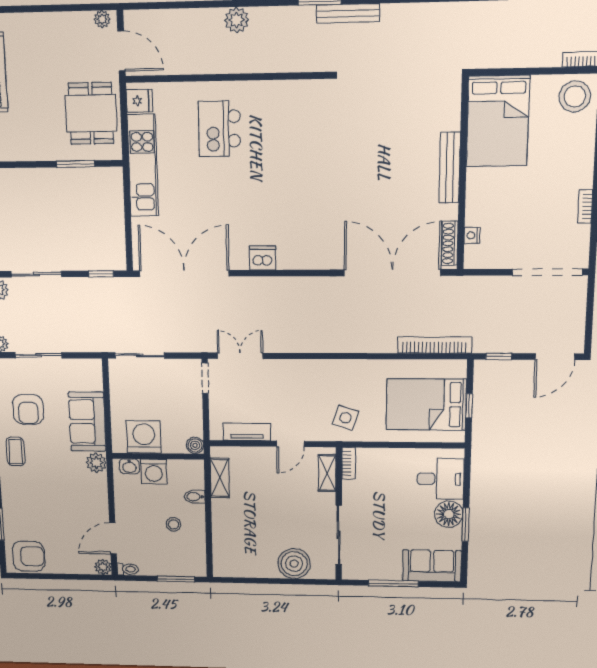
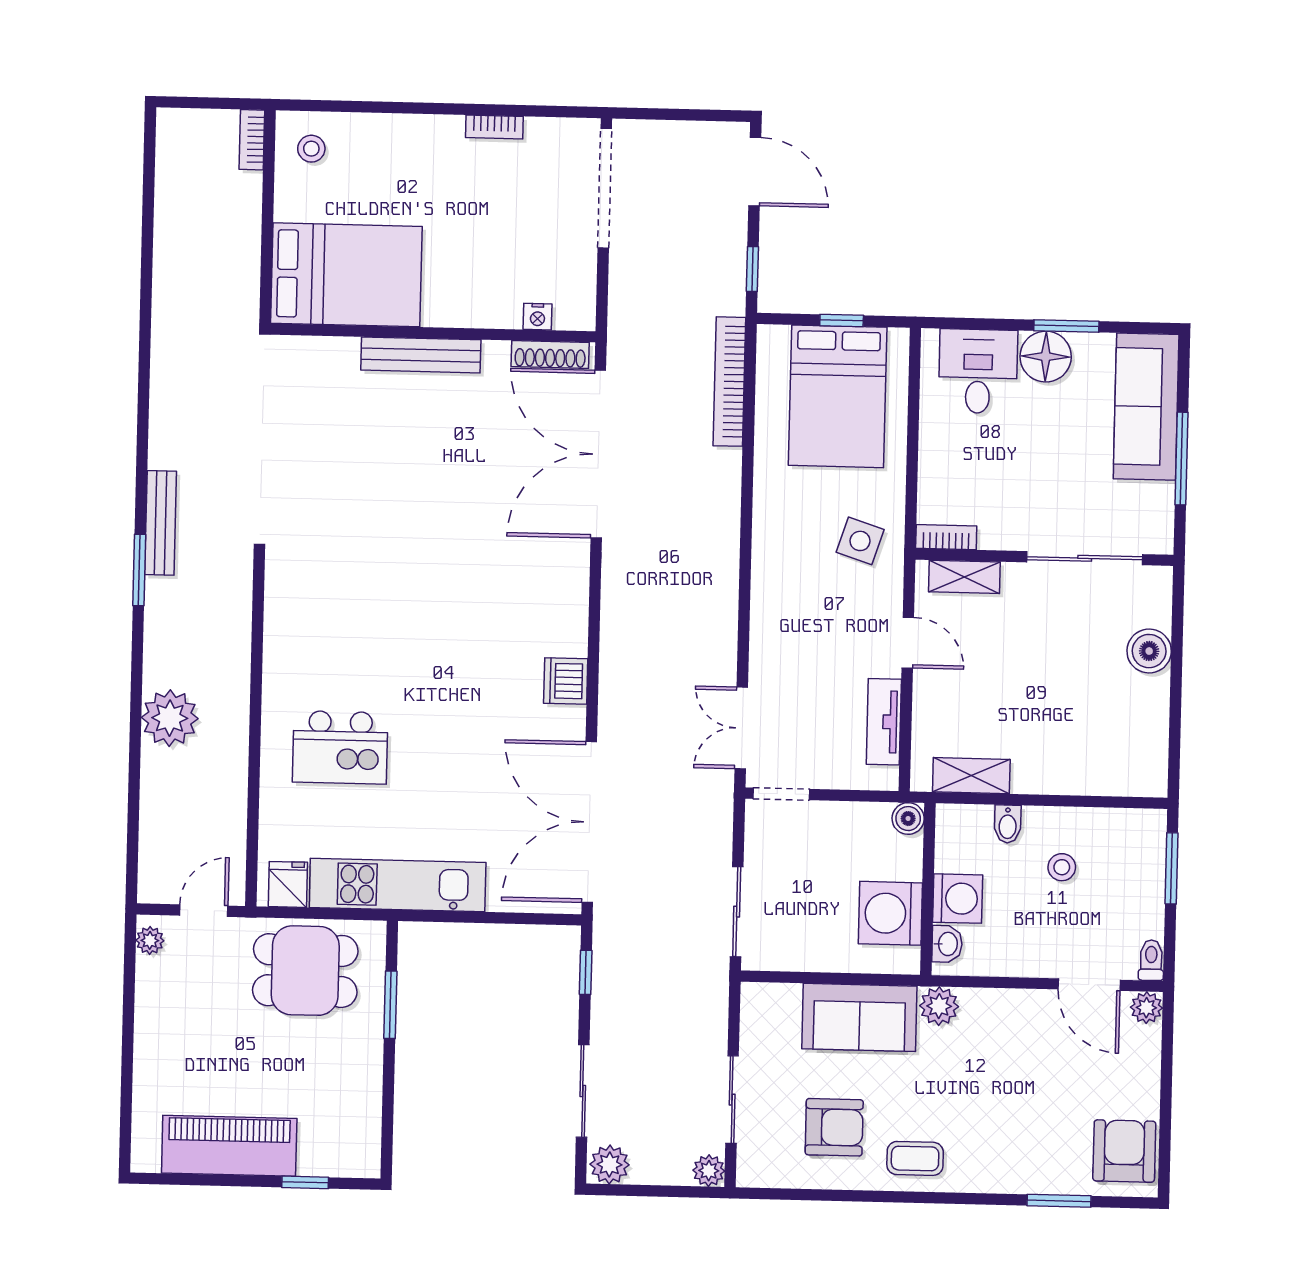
plant: (237, 20) -> (170, 718), width x1.36, depth x1.36
door: (121, 51) -> (204, 911), width x0.73
stool: (575, 96) -> (311, 149), width x0.53, depth x0.53
boiler: (294, 564) -> (1149, 651), width x0.73, depth x0.73
sofa: (432, 566) -> (1146, 407), width x1.36

